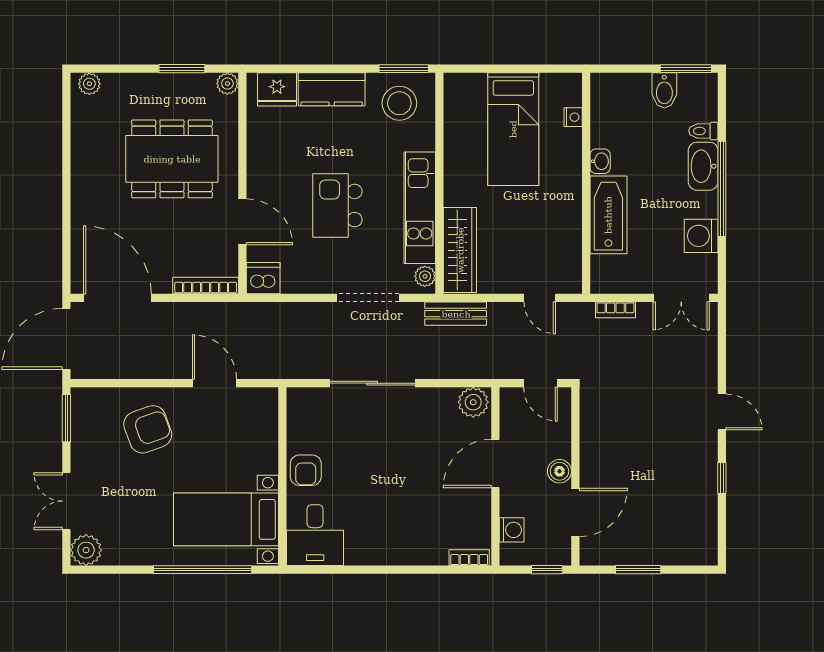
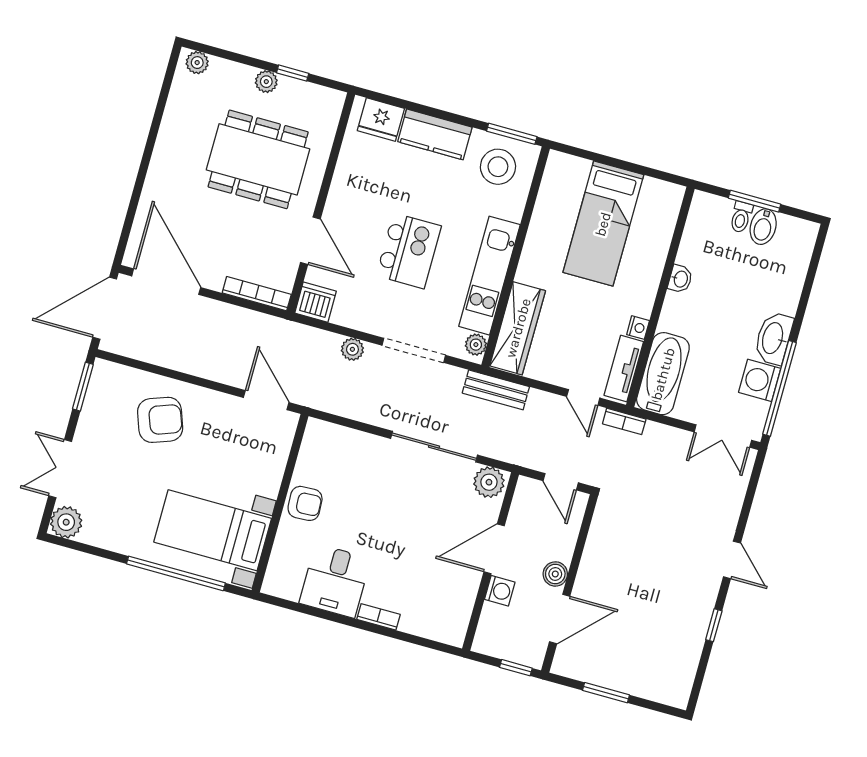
window: (182, 69) -> (293, 73), width x0.67
window: (686, 69) -> (754, 201), moved
plant: (227, 84) -> (266, 82), moved
nightstand: (573, 117) -> (638, 328), moved
toilet: (703, 131) -> (741, 217), moved, turned -90
washbasin: (703, 166) -> (773, 338), moved
window: (722, 189) -> (780, 388), moved
kitchen island: (337, 206) -> (409, 251), turned 180
bathtub: (608, 215) -> (663, 374), moved
tv unit: (570, 260) -> (624, 369), added
bookcase: (615, 310) -> (624, 421), moved
plant: (310, 313) -> (352, 349), added
door: (214, 383) -> (266, 400), moved
sliding door: (372, 383) -> (434, 447), moved
armchair: (306, 470) -> (305, 503), turned -93
washing machine: (512, 530) -> (500, 591), moved
desk: (315, 535) -> (335, 581), moved
bookcase: (469, 558) -> (379, 617), moved

